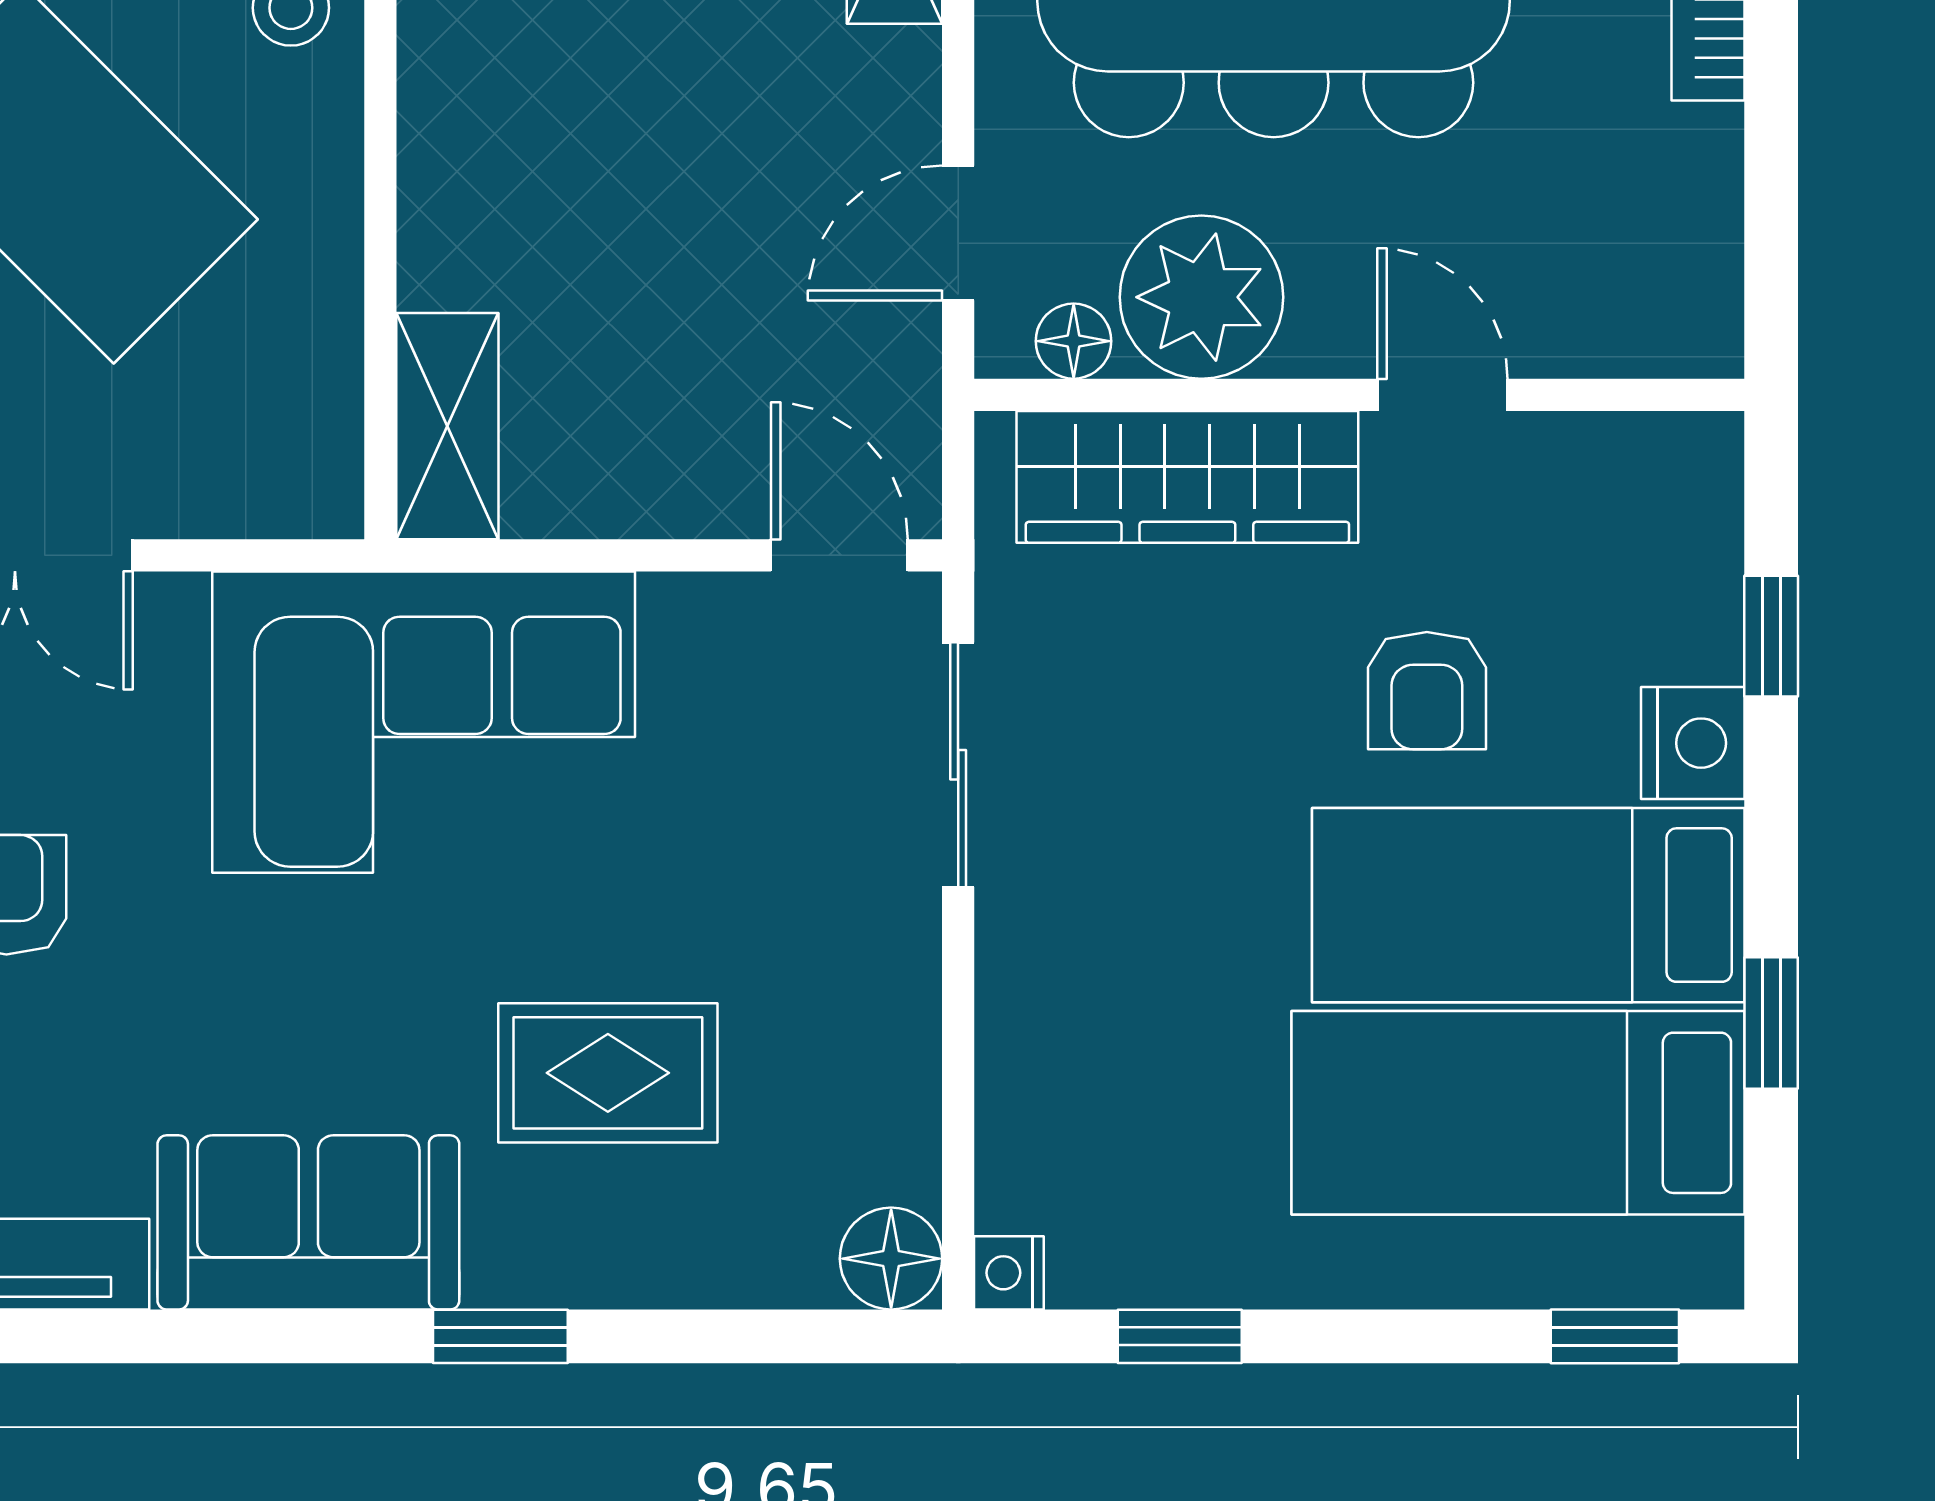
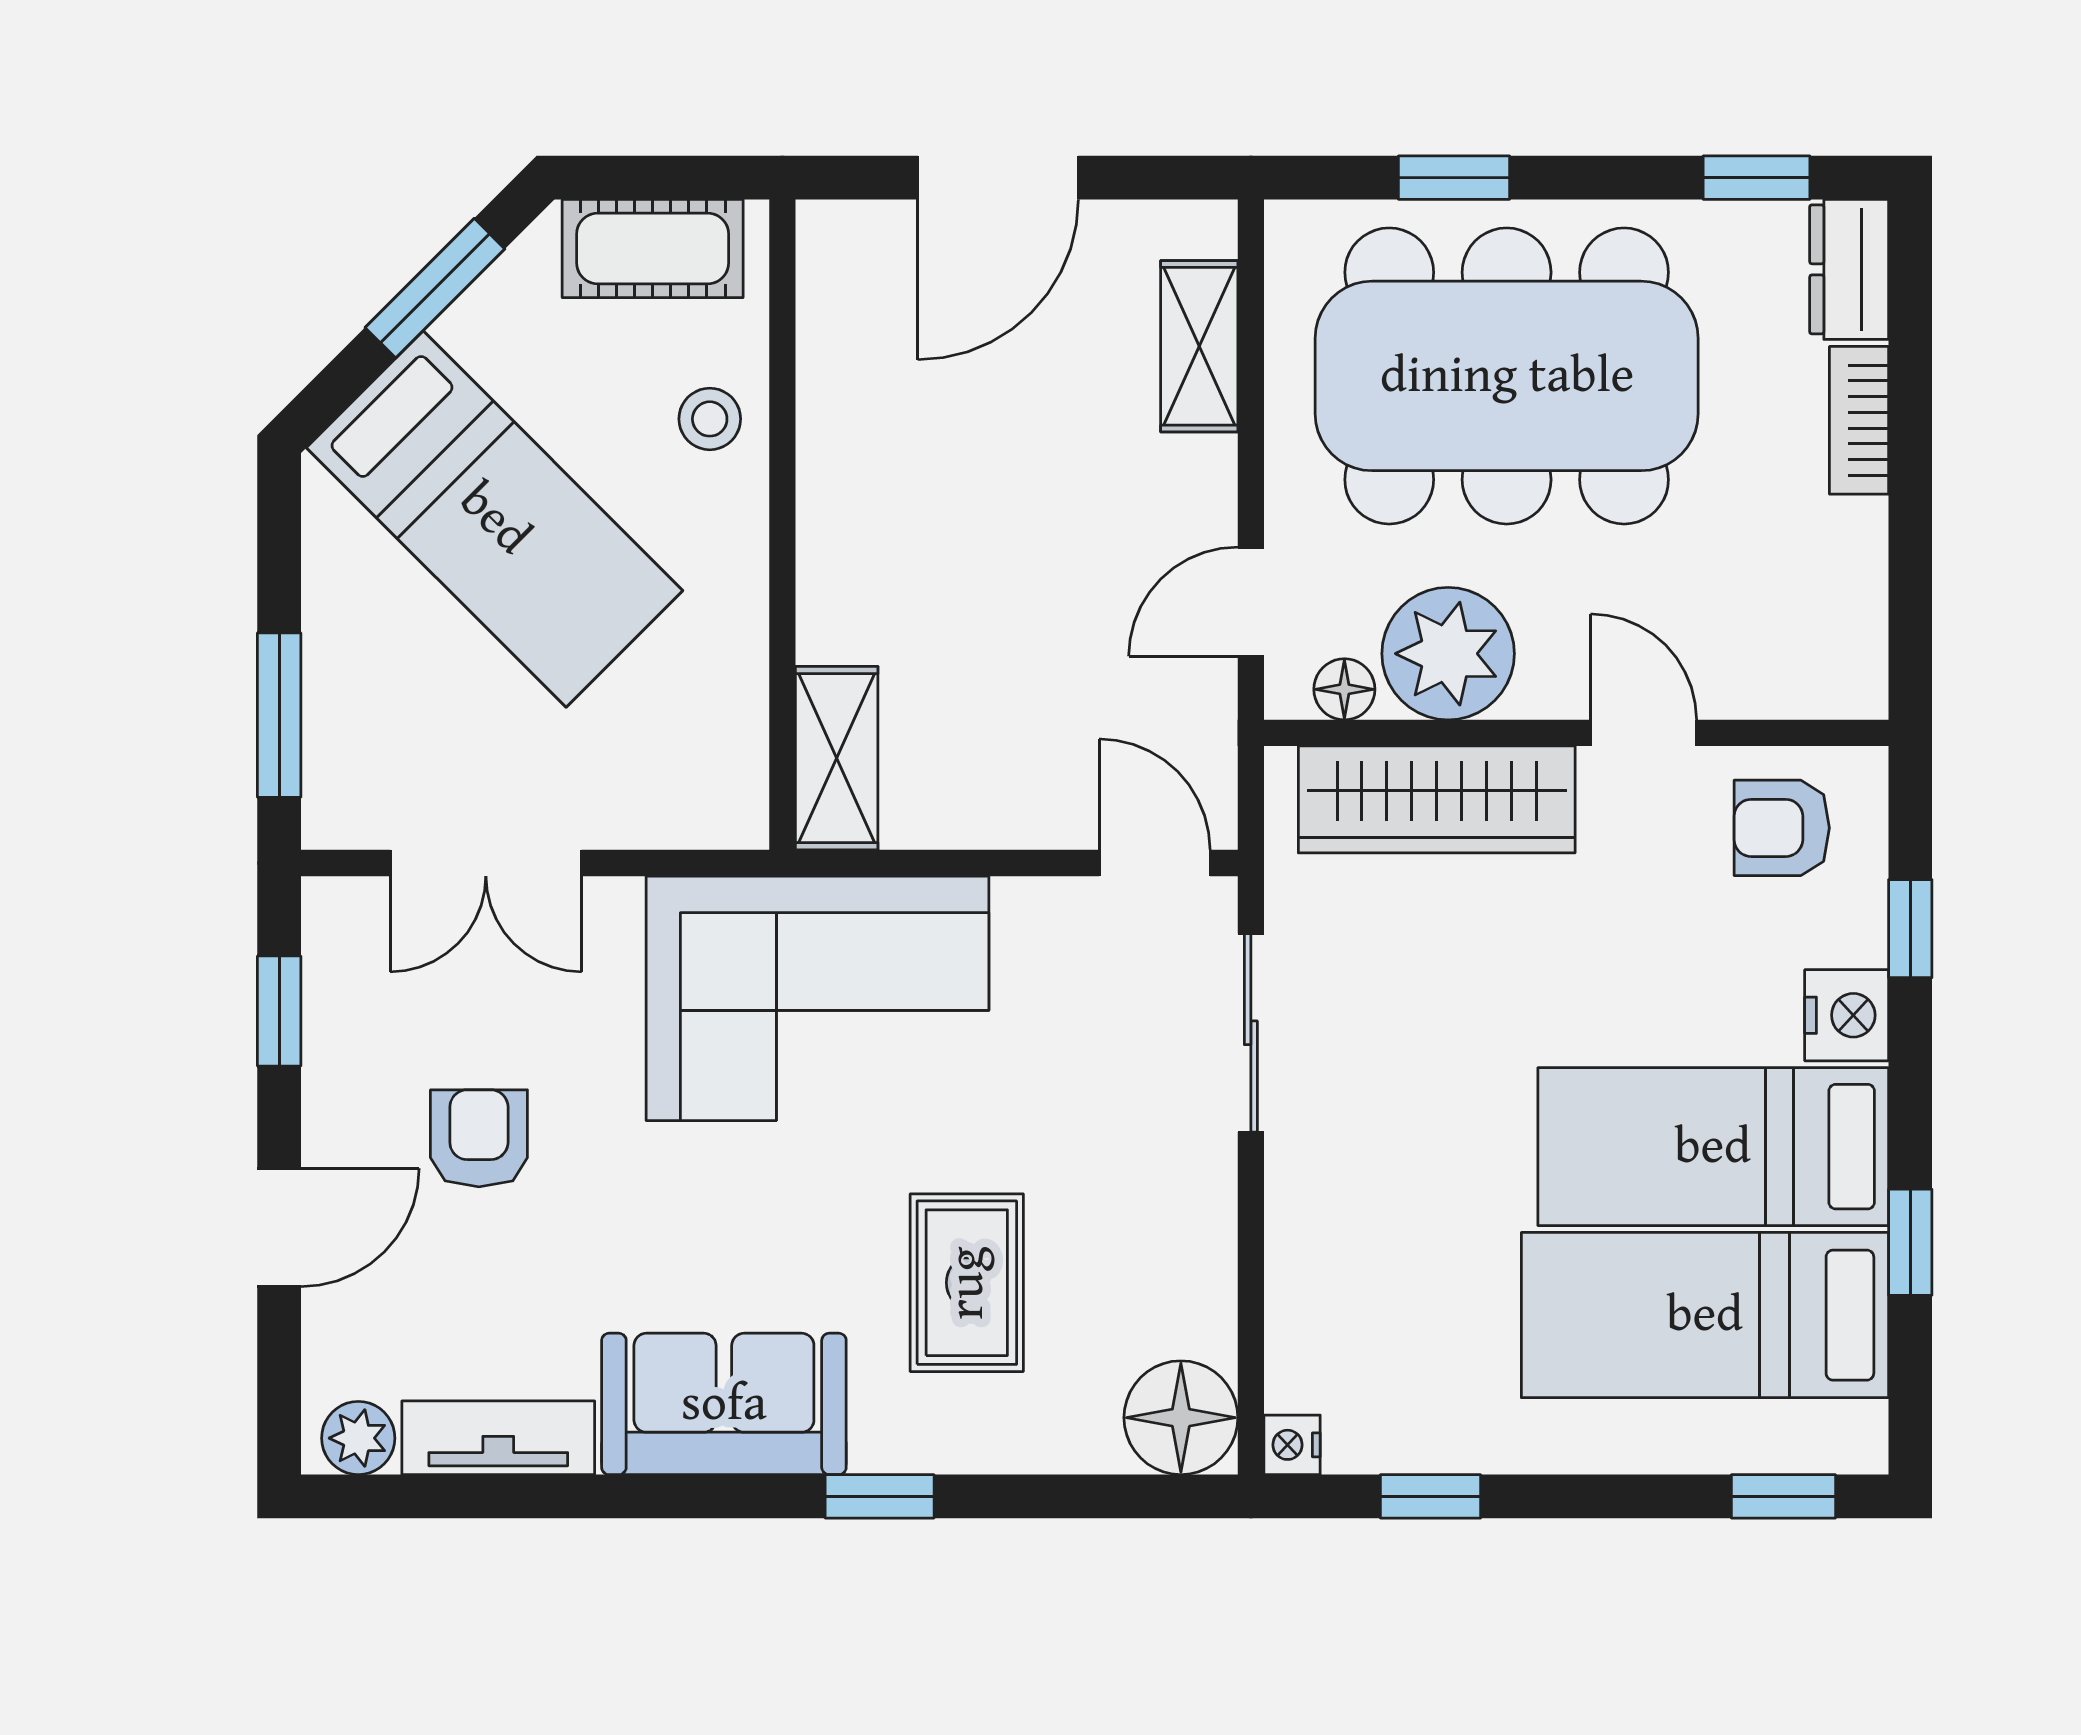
armchair: (1427, 691) -> (1782, 828), moved, turned 90
rug: (608, 1073) -> (967, 1283), turned 90
floor lamp: (891, 1259) -> (1181, 1418), width x1.38, depth x1.38

